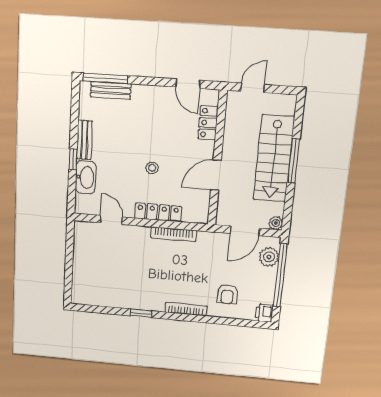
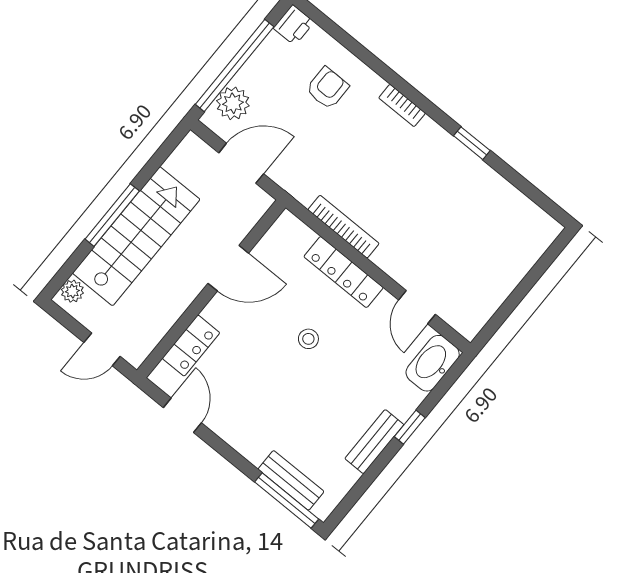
washbasin: (86, 177) -> (433, 363), moved
plant: (276, 223) -> (72, 291), moved
bookcase: (186, 309) -> (402, 105), width x0.64

